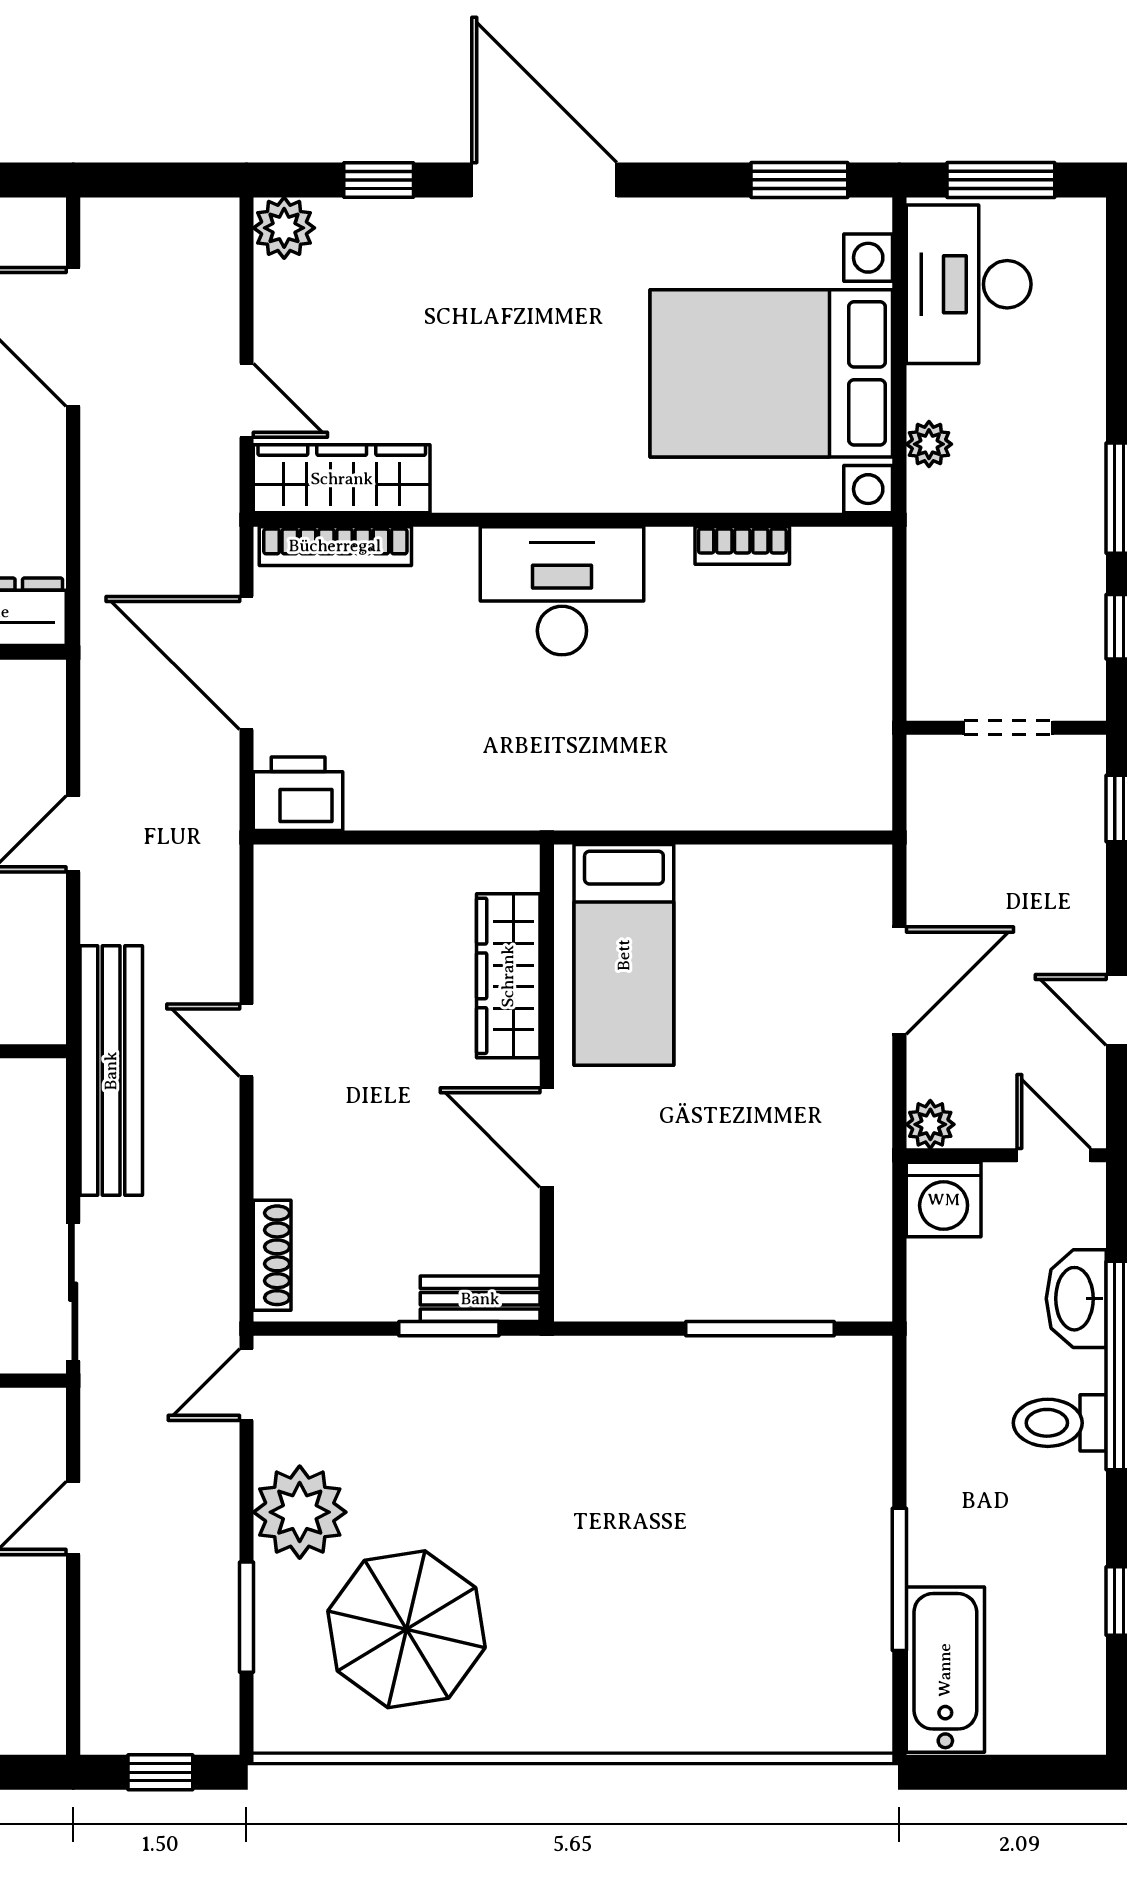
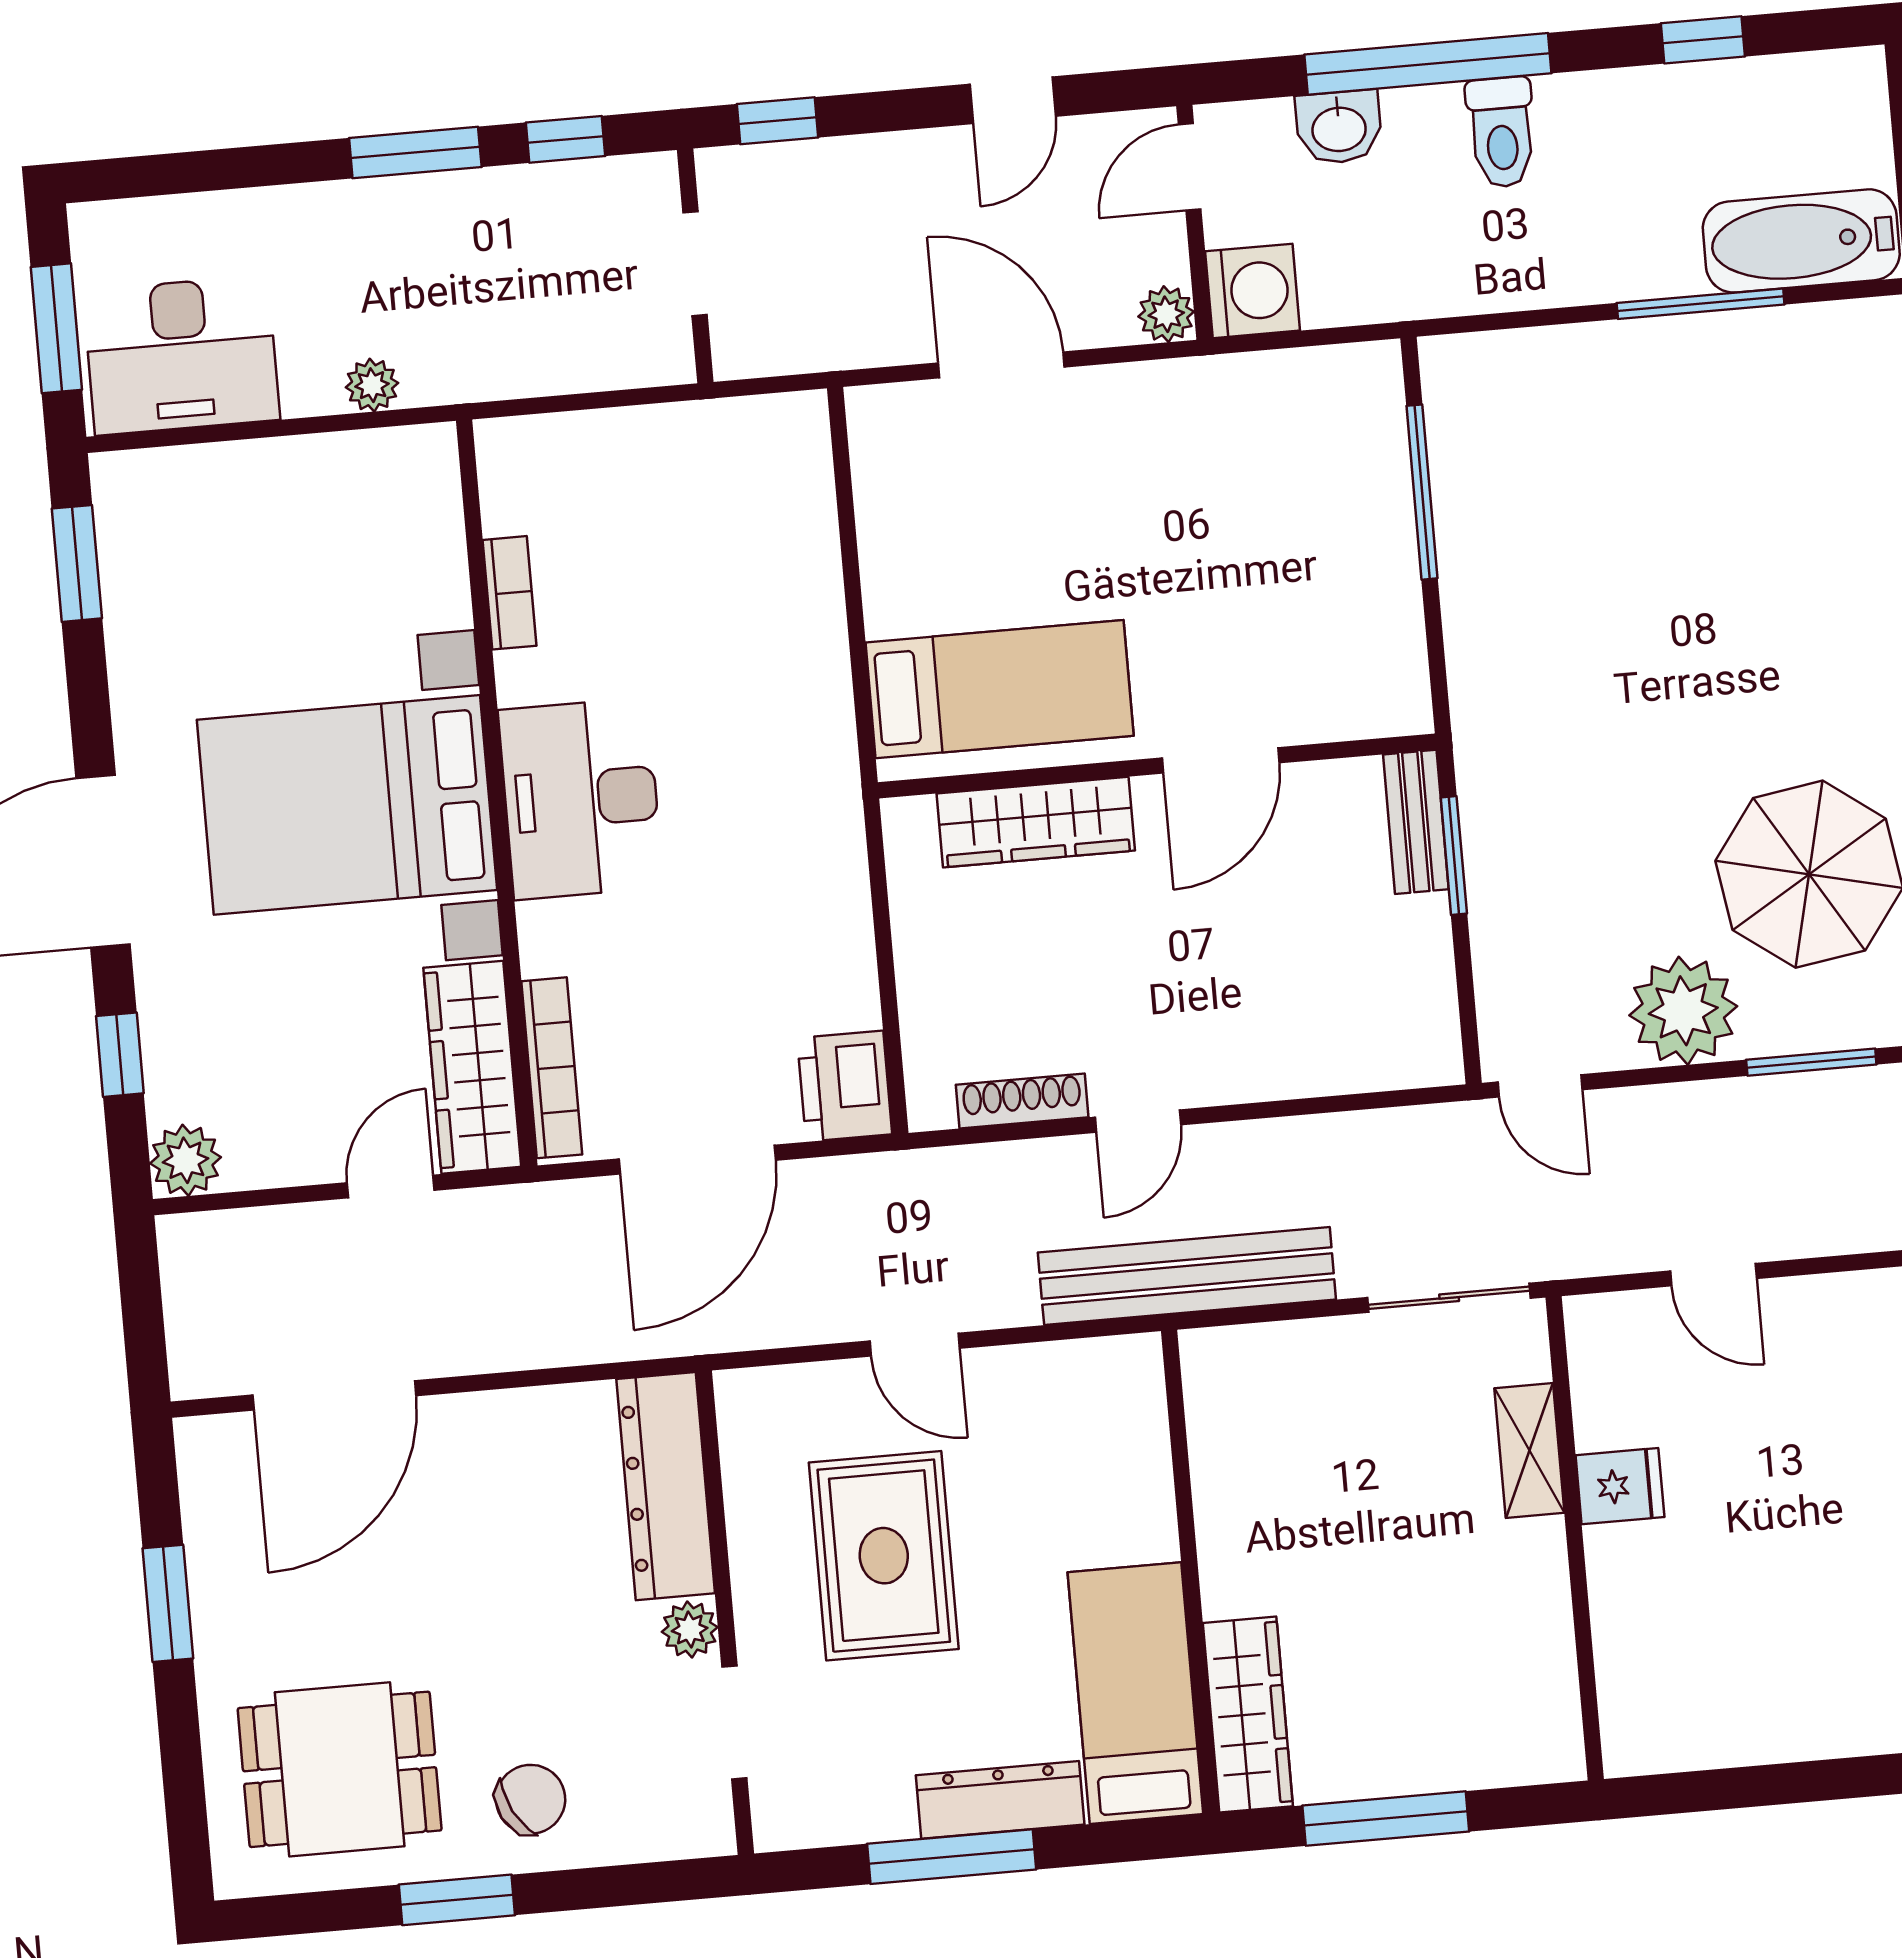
bed with nightstands: (771, 373) -> (347, 805), moved, turned 90
shoe rack: (272, 1255) -> (1022, 1101), moved
washbasin: (1076, 1299) -> (1339, 127), width x0.72

